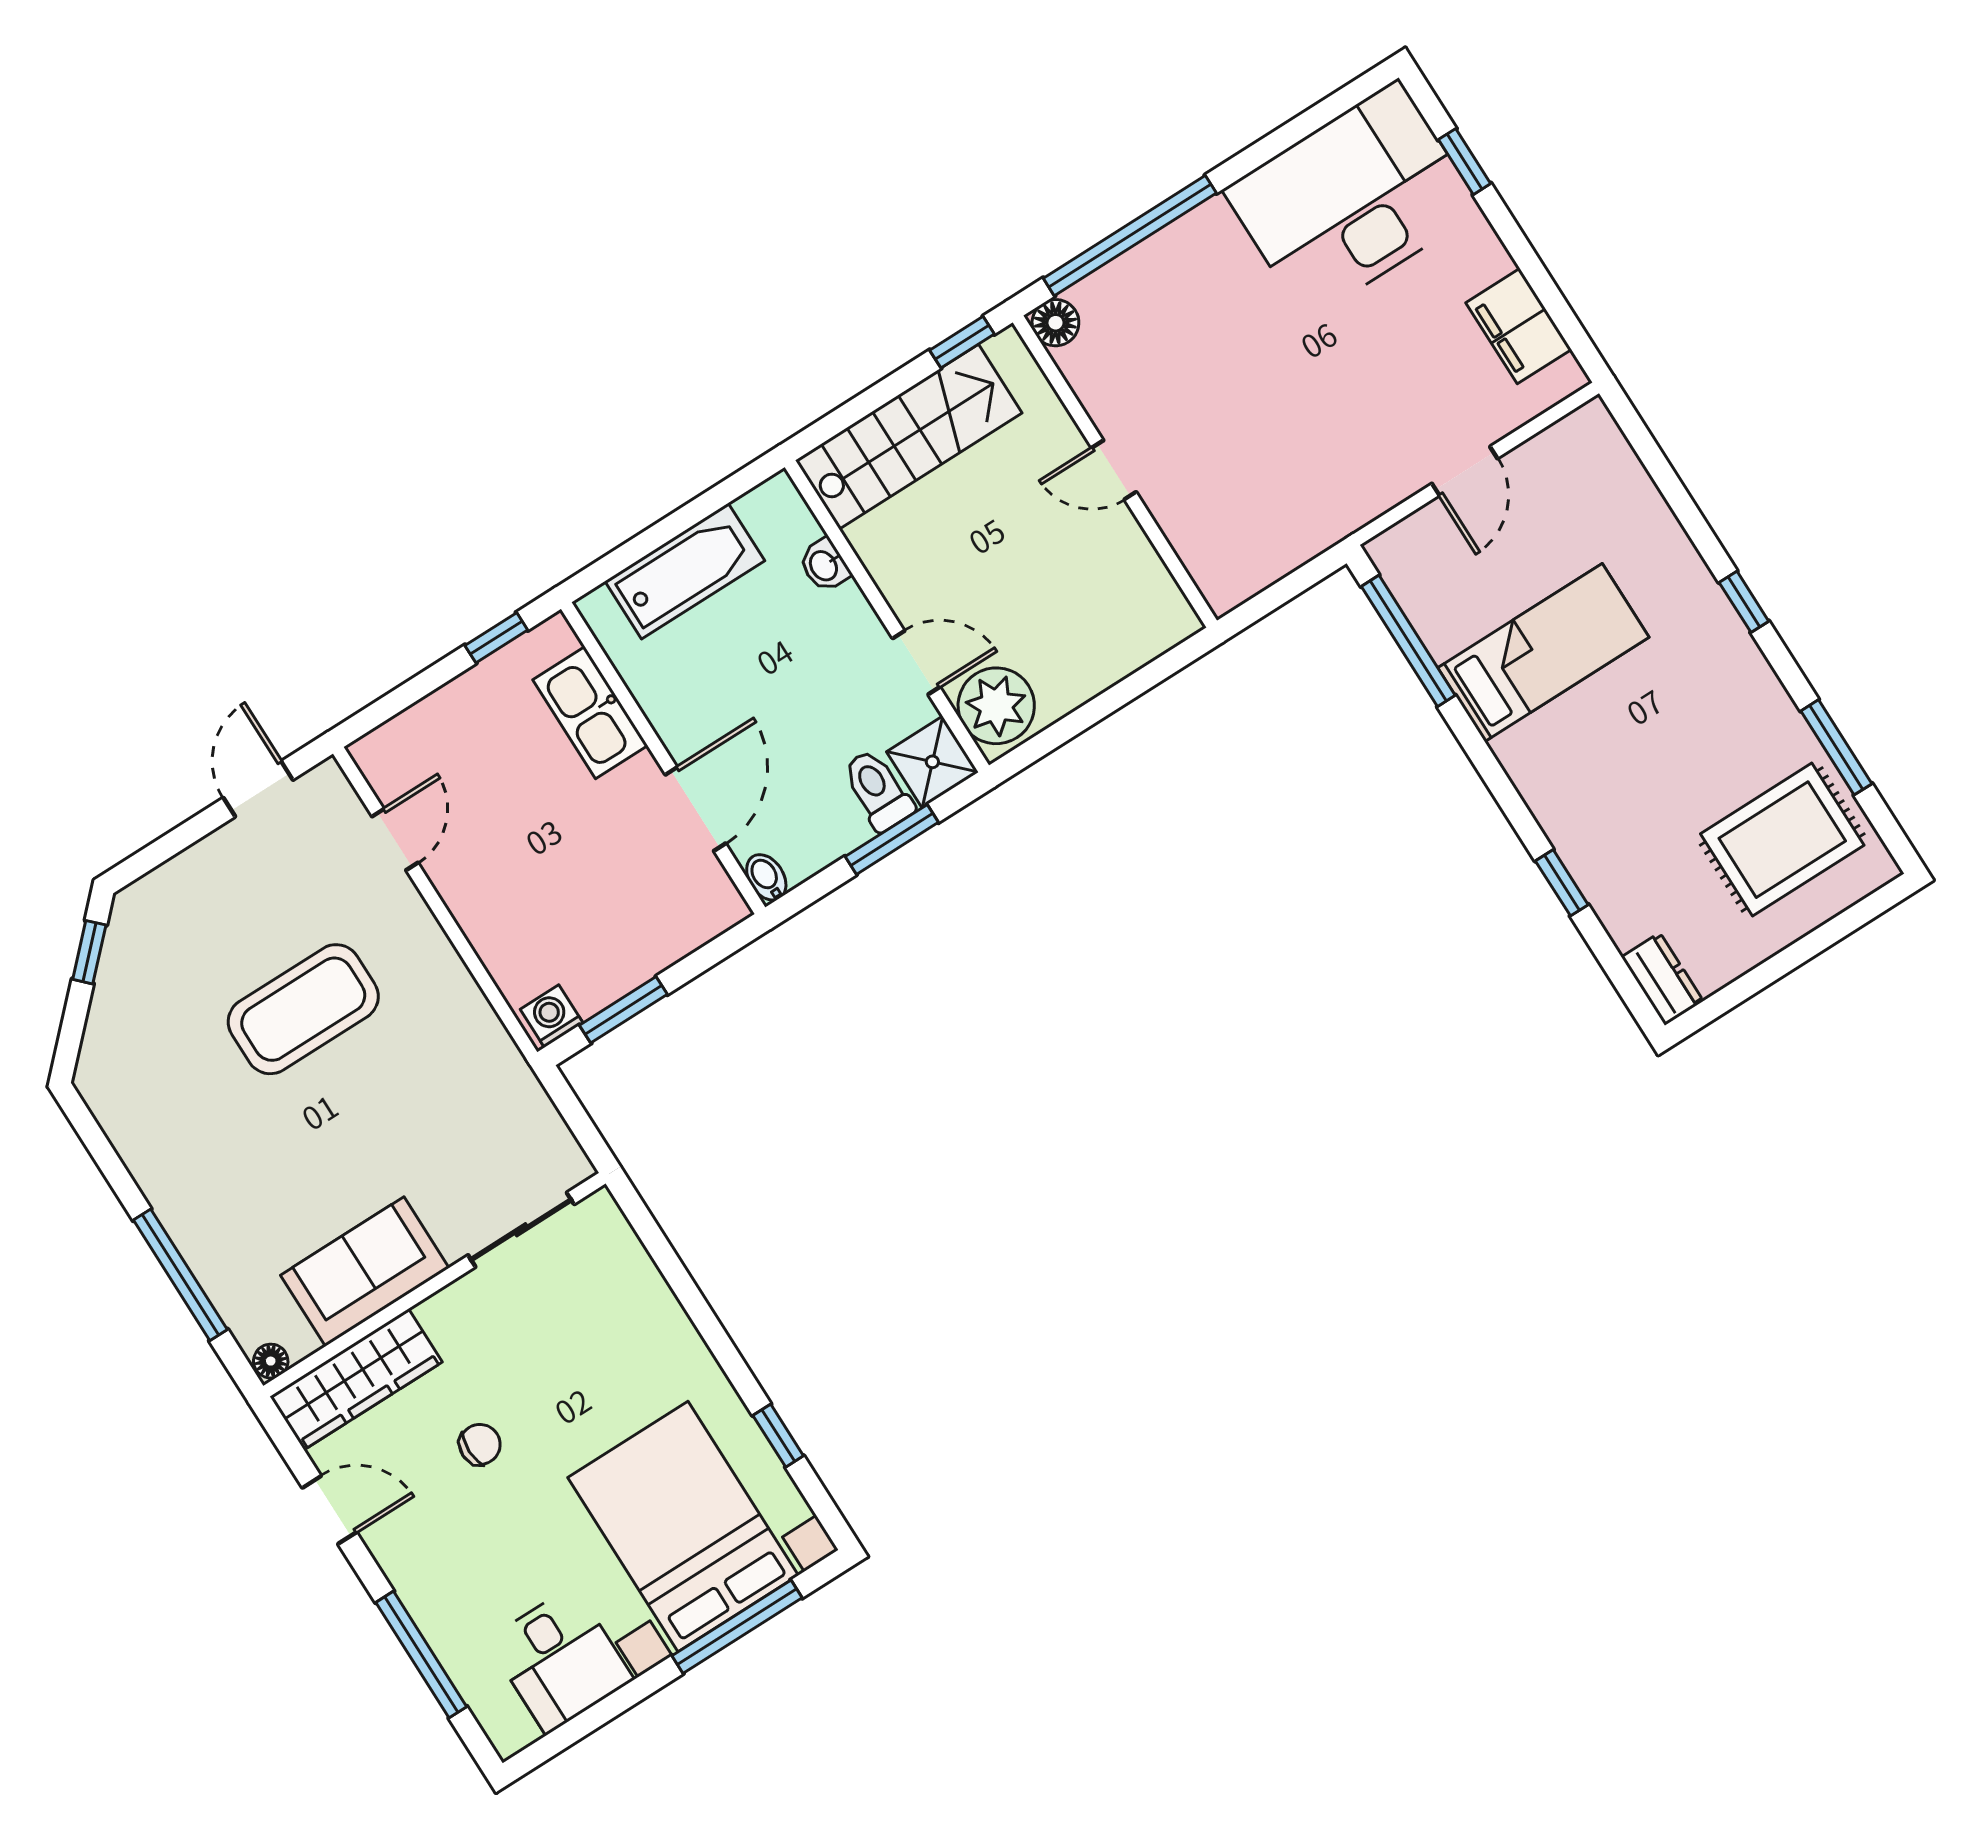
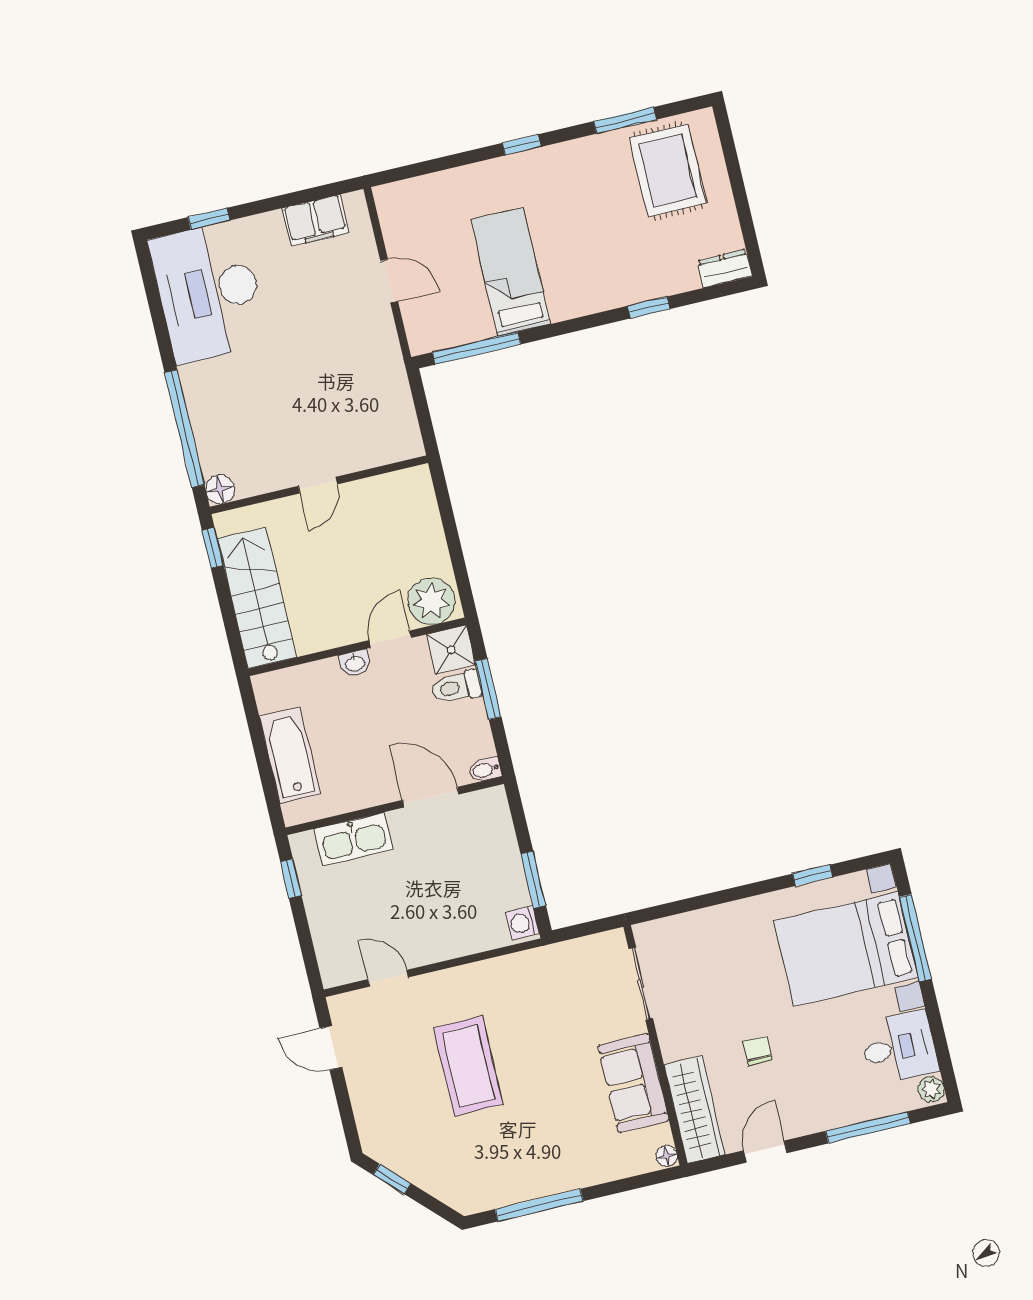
washbasin: (824, 565) -> (355, 663), moved
window: (180, 1275) -> (539, 1205), moved
plant: (513, 1731) -> (931, 1089), added

